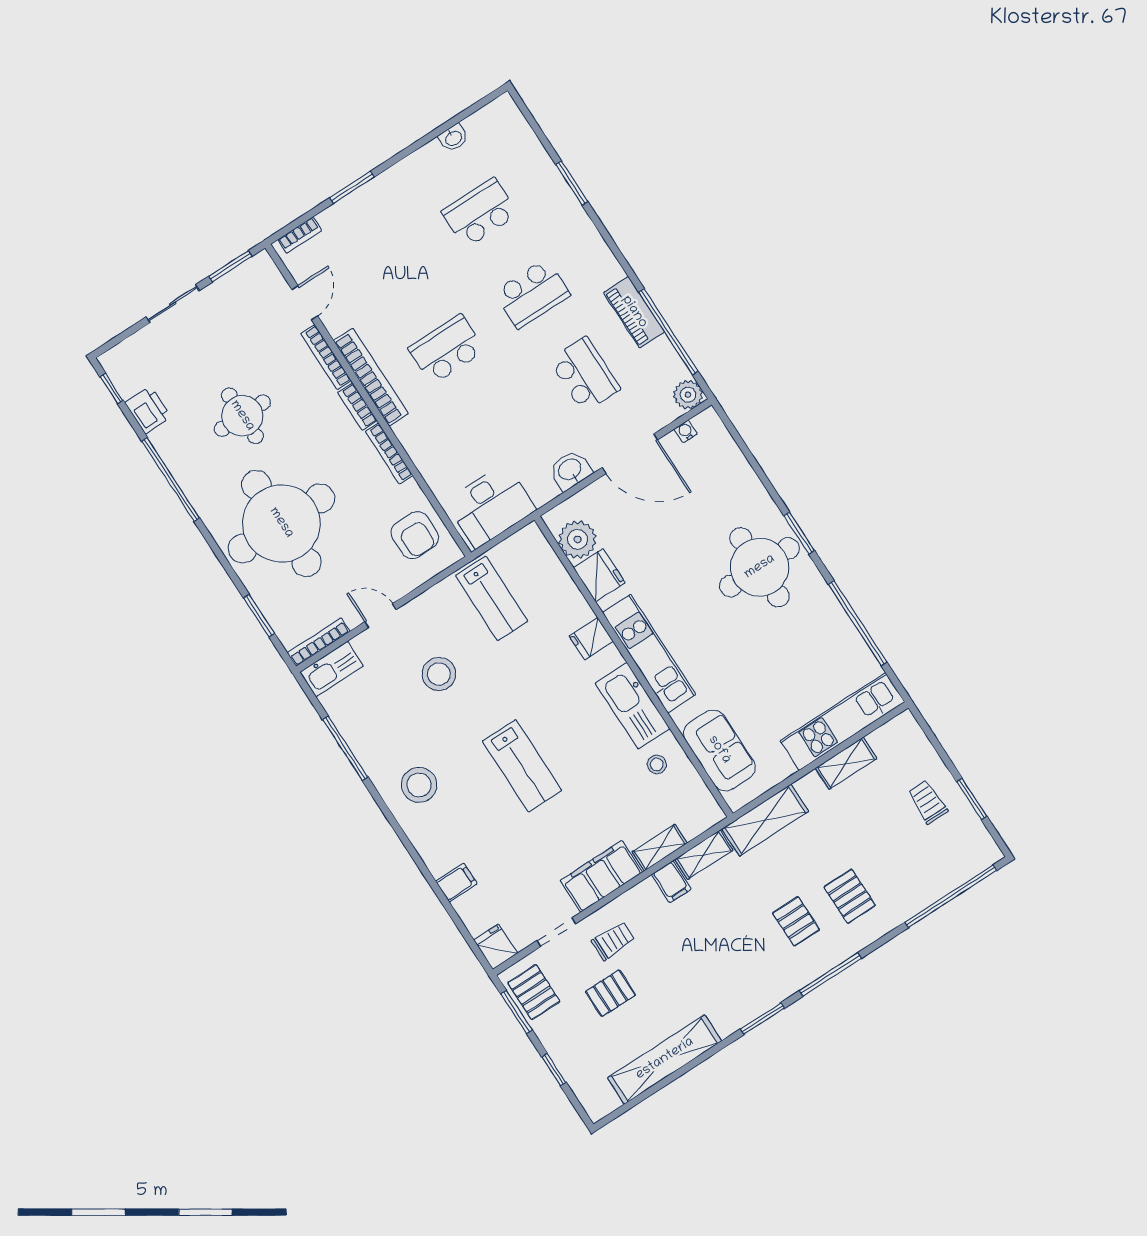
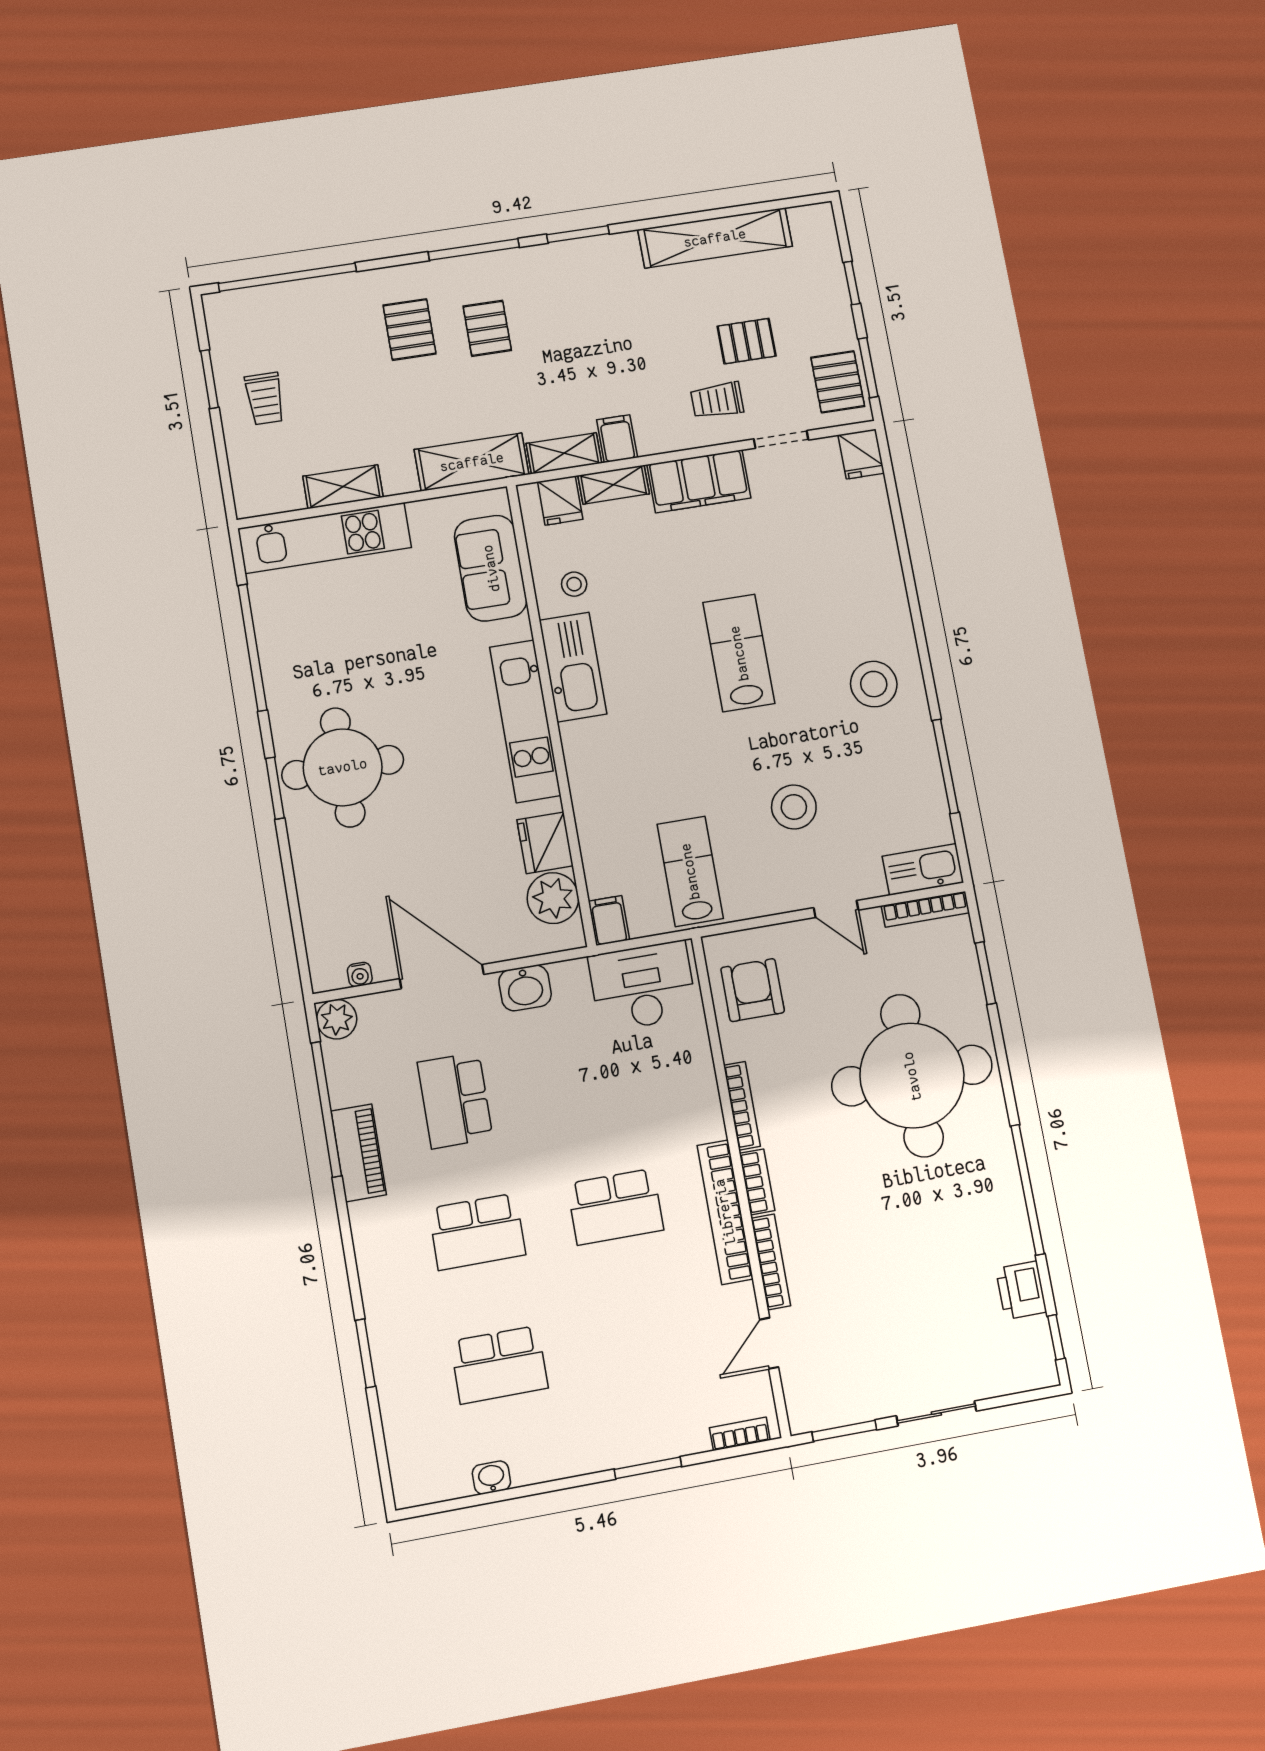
school desk: (532, 294) -> (477, 1232), turned 180
round table: (242, 416) -> (906, 1232), removed
fridge: (591, 639) -> (560, 501), moved, turned 90
filing cabinet: (456, 883) -> (609, 921), moved, turned 90

